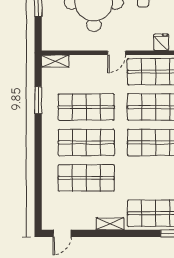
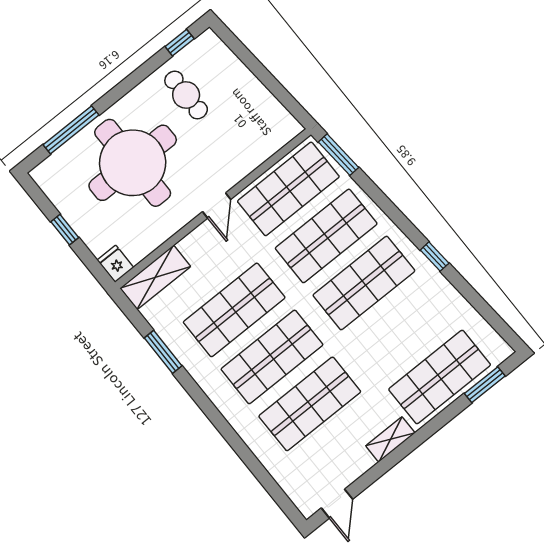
fridge: (161, 42) -> (115, 264), moved
shelving: (55, 61) -> (155, 277), width x1.50, depth x1.33

